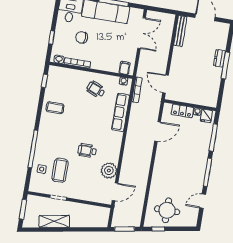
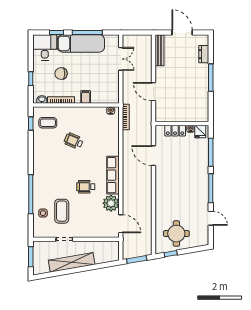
double door: (142, 33) -> (121, 59), width x0.73
dresser: (220, 58) -> (204, 54), moved
filing cabinet: (125, 68) -> (86, 97), moved
door: (165, 84) -> (153, 92), moved
wheelchair: (96, 89) -> (74, 141), moved
coffee table: (55, 108) -> (48, 123), moved
row of seats: (121, 112) -> (113, 175), moved
door: (158, 131) -> (153, 156), swing flipped
door: (115, 192) -> (121, 224), hinge flipped
door: (203, 201) -> (211, 218), swing flipped
shelving: (54, 221) -> (72, 262), width x1.47

